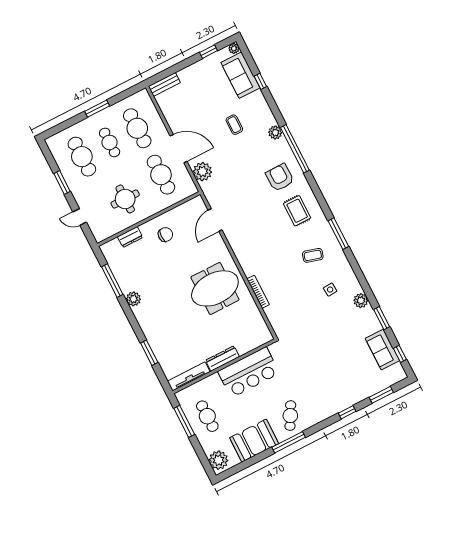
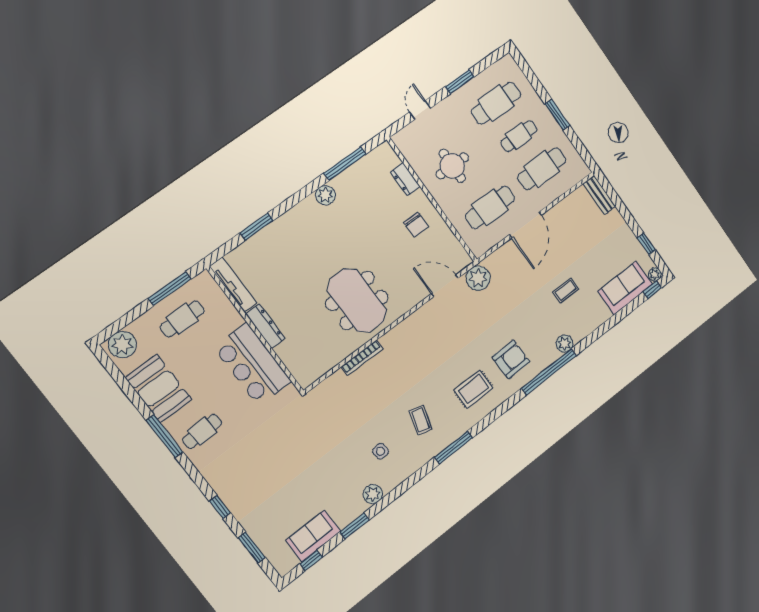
window: (260, 81) -> (652, 290), moved
plant: (202, 172) -> (478, 278), moved
cafe table: (290, 416) -> (202, 431), turned -31

